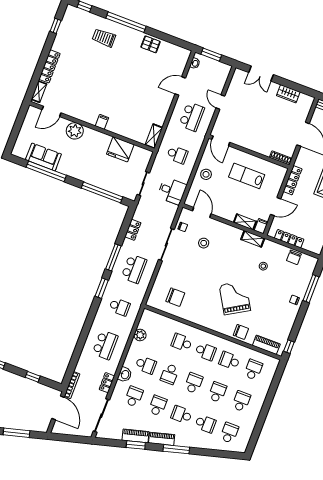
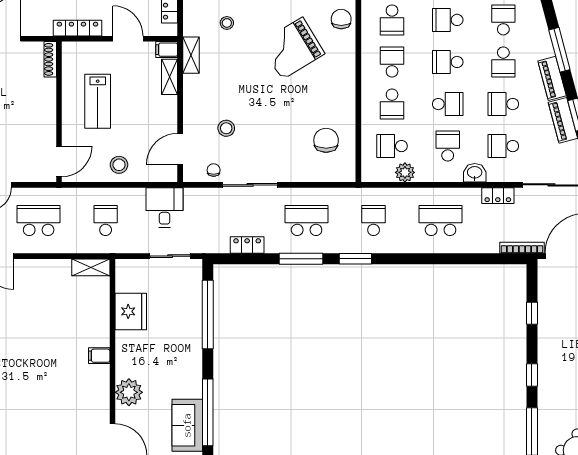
school desk: (158, 333) -> (392, 146), added

